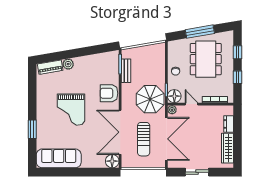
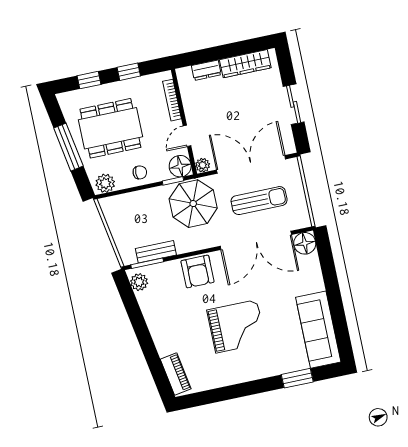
plant: (173, 49) -> (105, 183), added
plant: (68, 64) -> (139, 282), moved
window: (32, 129) -> (297, 378), moved

